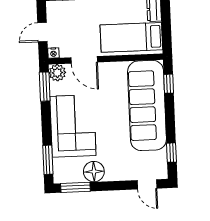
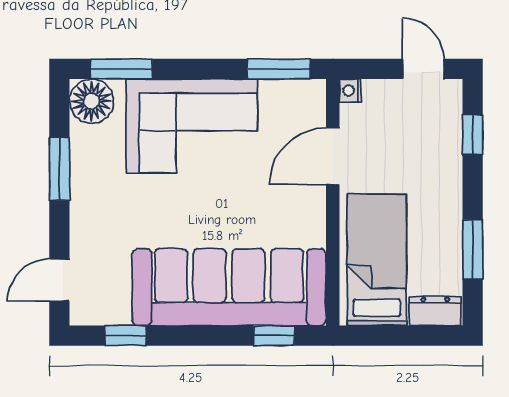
door: (42, 32) -> (423, 69), moved
plant: (57, 73) -> (308, 97), removed
floor lamp: (94, 172) -> (92, 101), moved
window: (75, 187) -> (59, 169), moved

